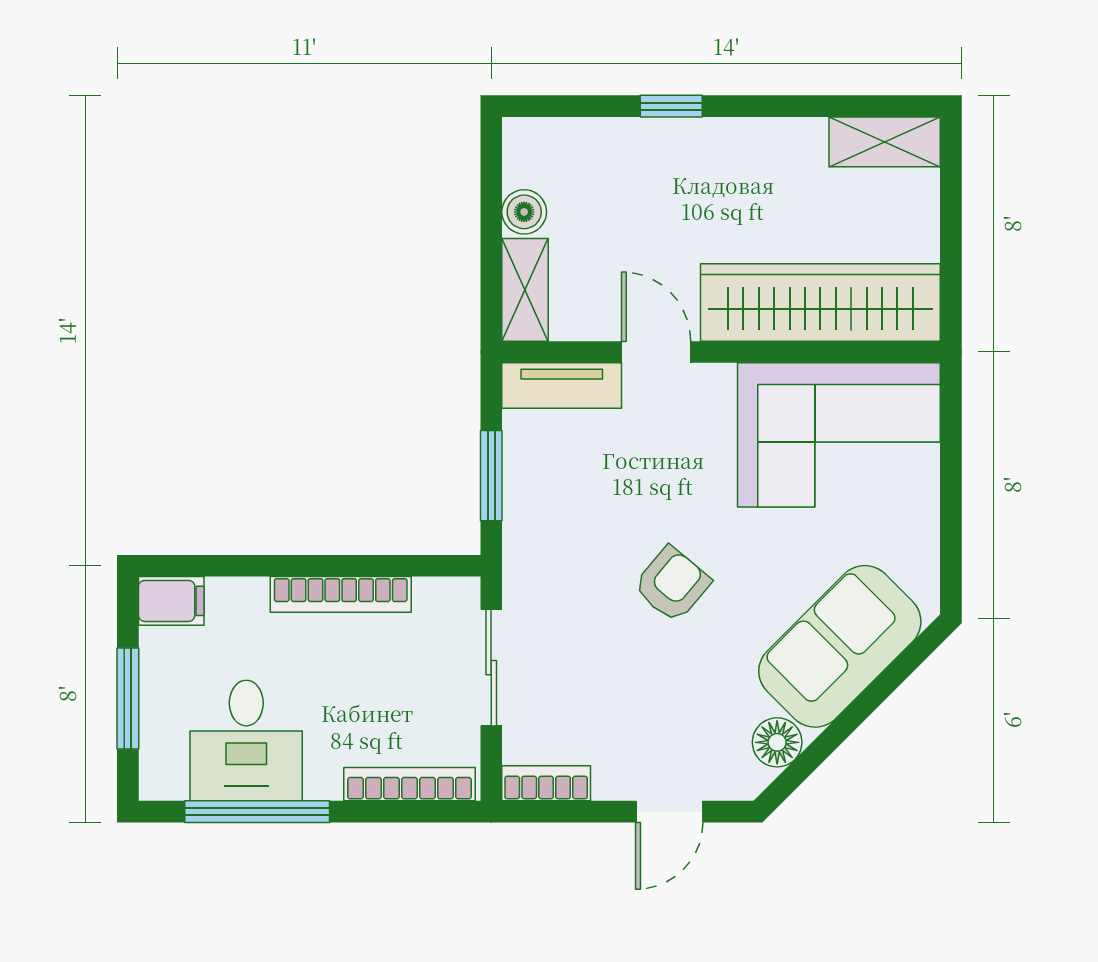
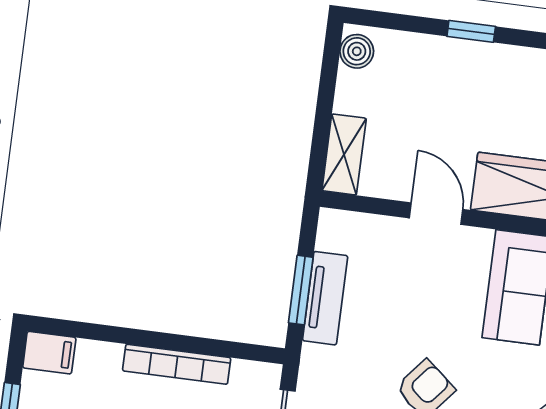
boiler: (524, 212) -> (357, 51), moved
tv unit: (562, 385) -> (325, 298), moved, turned -90

